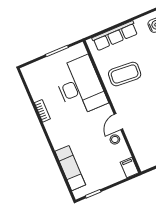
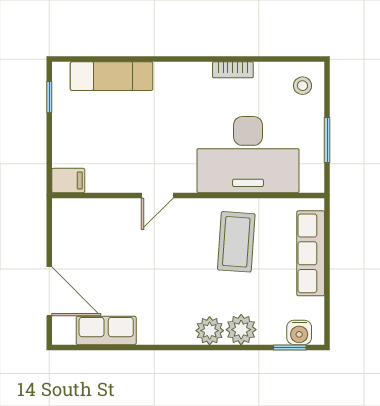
door: (118, 122) -> (157, 195), swing flipped
stool: (115, 139) -> (302, 86), moved

